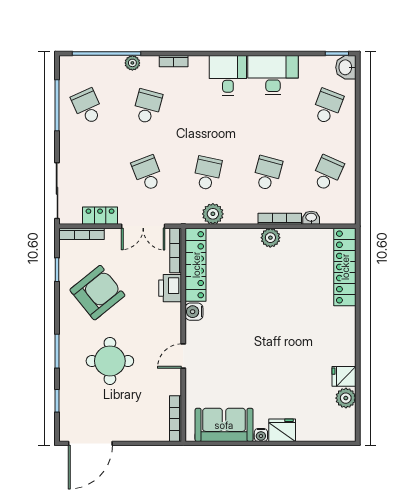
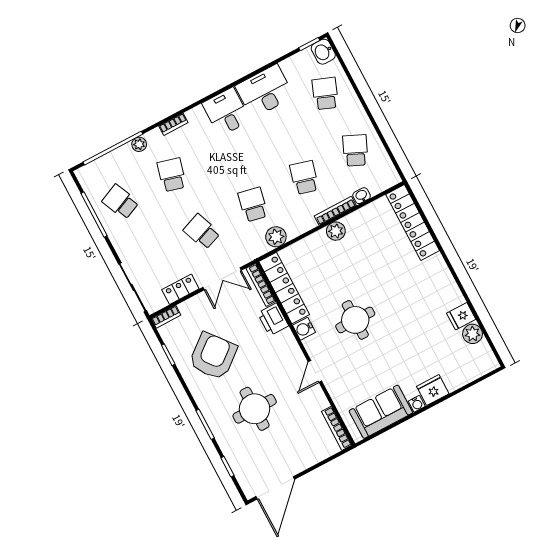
bookcase: (82, 234) -> (166, 317), width x0.64
round table: (245, 328) -> (355, 320), added

